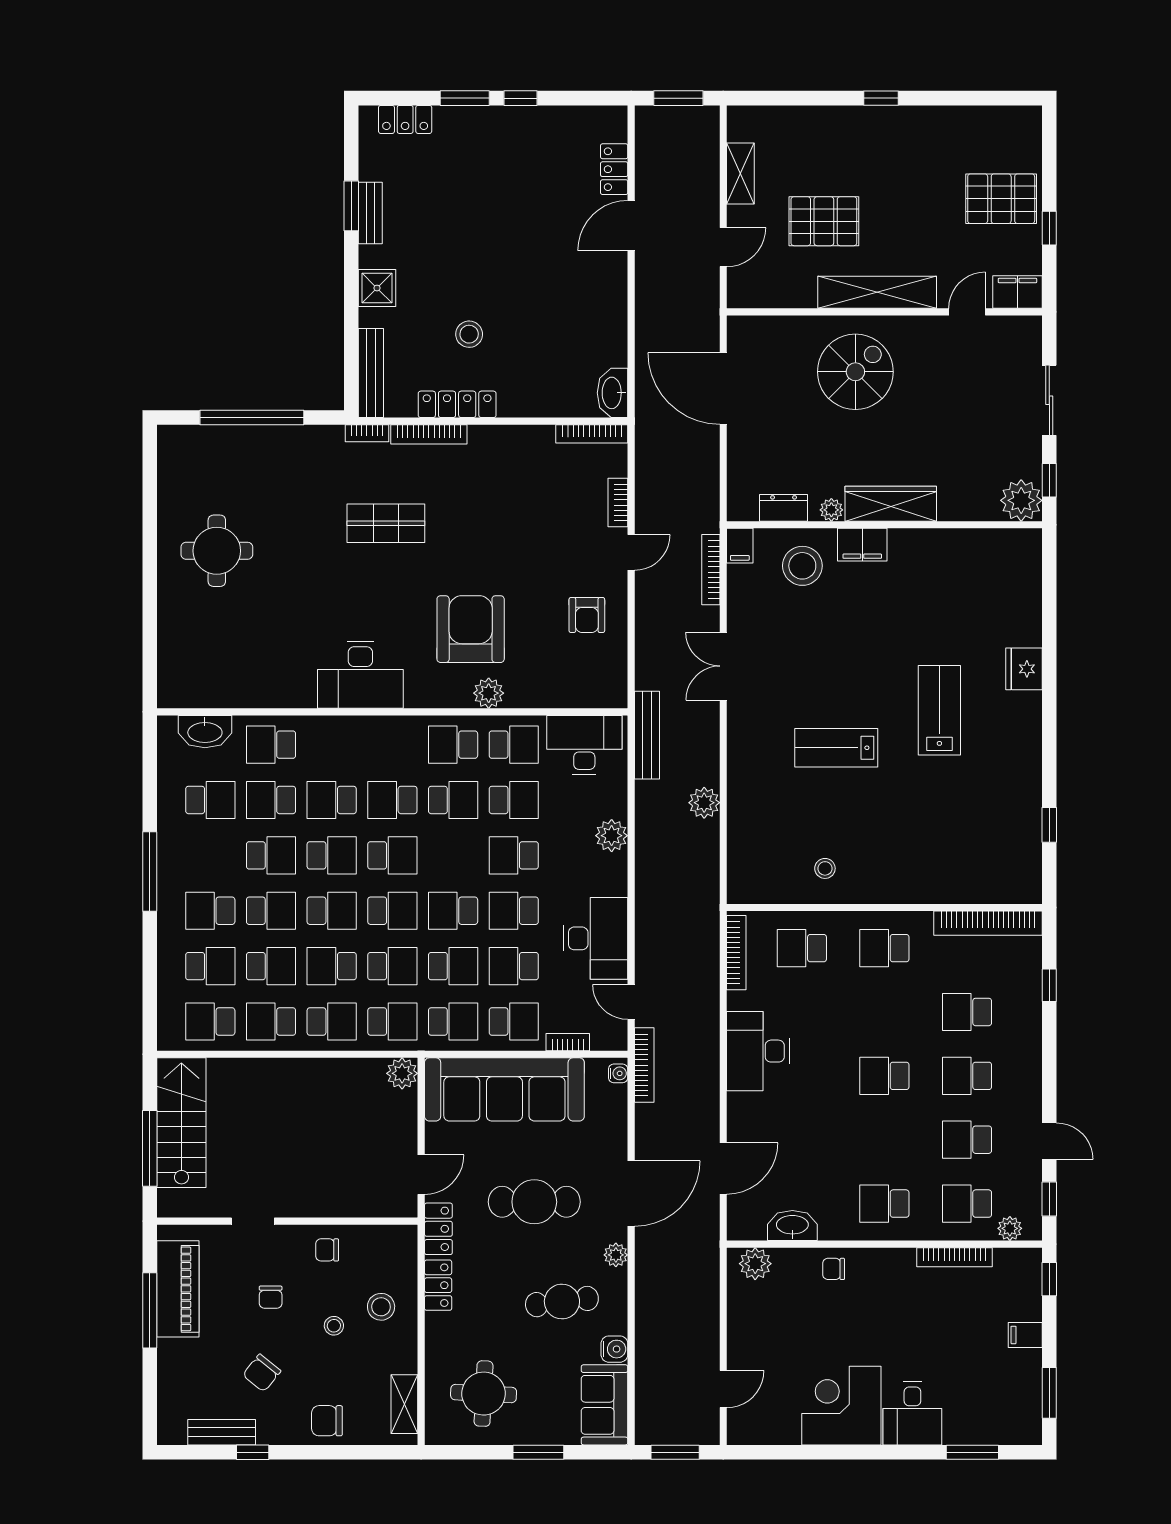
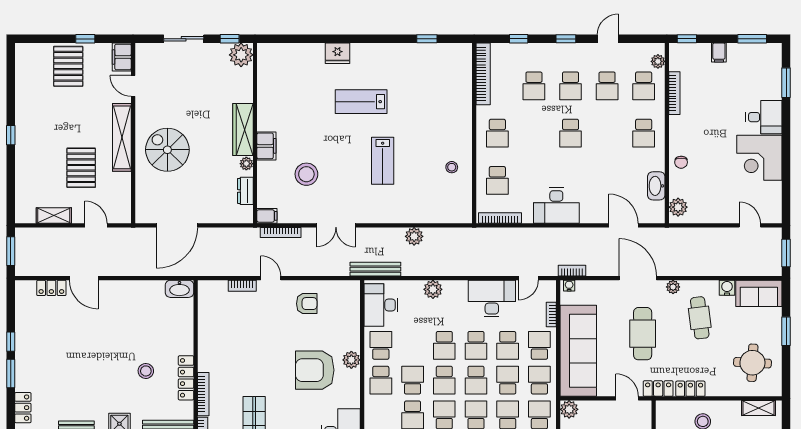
bookcase: (592, 434) -> (203, 301), removed
stool: (802, 566) -> (306, 174), moved
school desk: (514, 800) -> (444, 380), moved, turned 180
bookcase: (644, 1065) -> (572, 271), width x0.64
window: (1049, 1199) -> (566, 39), moved

